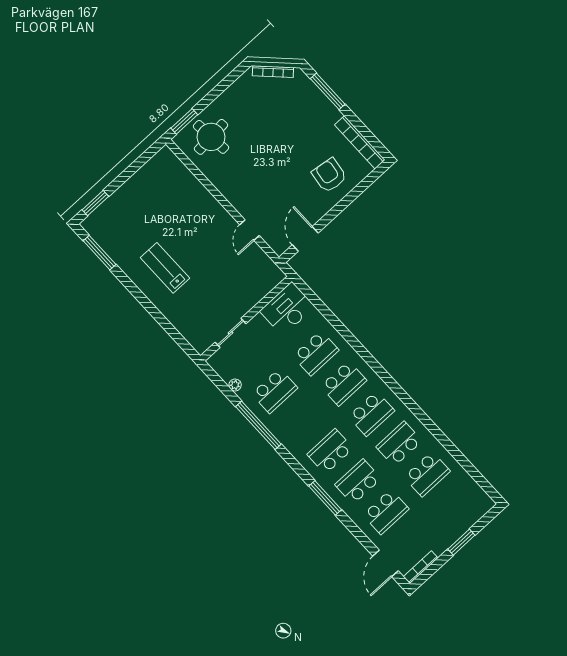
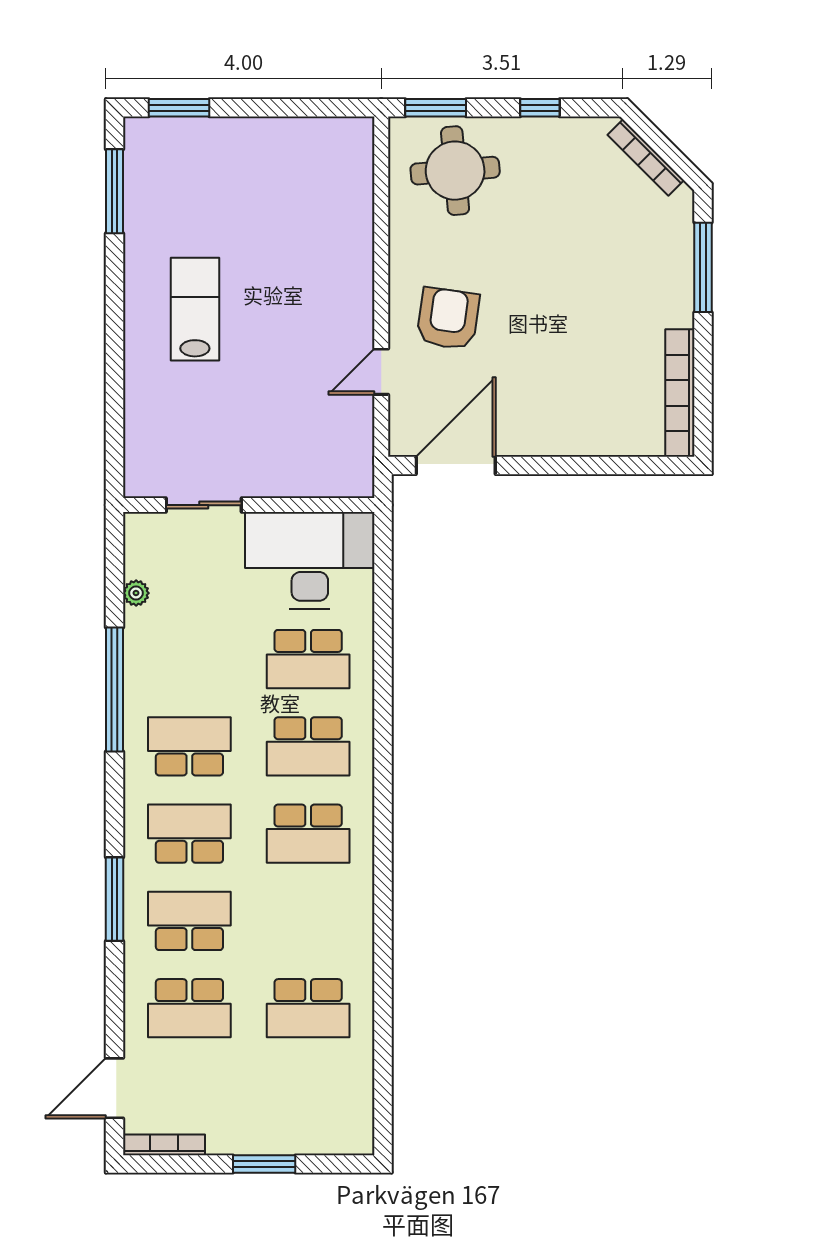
window: (220, 88) -> (540, 108), added
armchair: (329, 175) -> (448, 319), moved
door: (305, 239) -> (456, 465), width x1.36
desk: (287, 309) -> (310, 560), width x1.36, depth x1.30
school desk: (275, 391) -> (189, 746), moved, turned 180
school desk: (399, 444) -> (308, 921), removed

